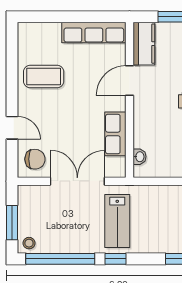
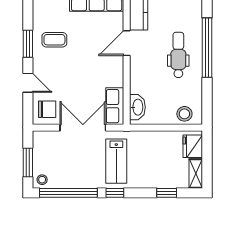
coffee table: (44, 77) -> (54, 40), width x0.73, depth x0.77
window: (12, 81) -> (28, 44), added
row of seats: (115, 134) -> (115, 106), moved
washbasin: (140, 157) -> (137, 107), width x1.91, depth x1.45

